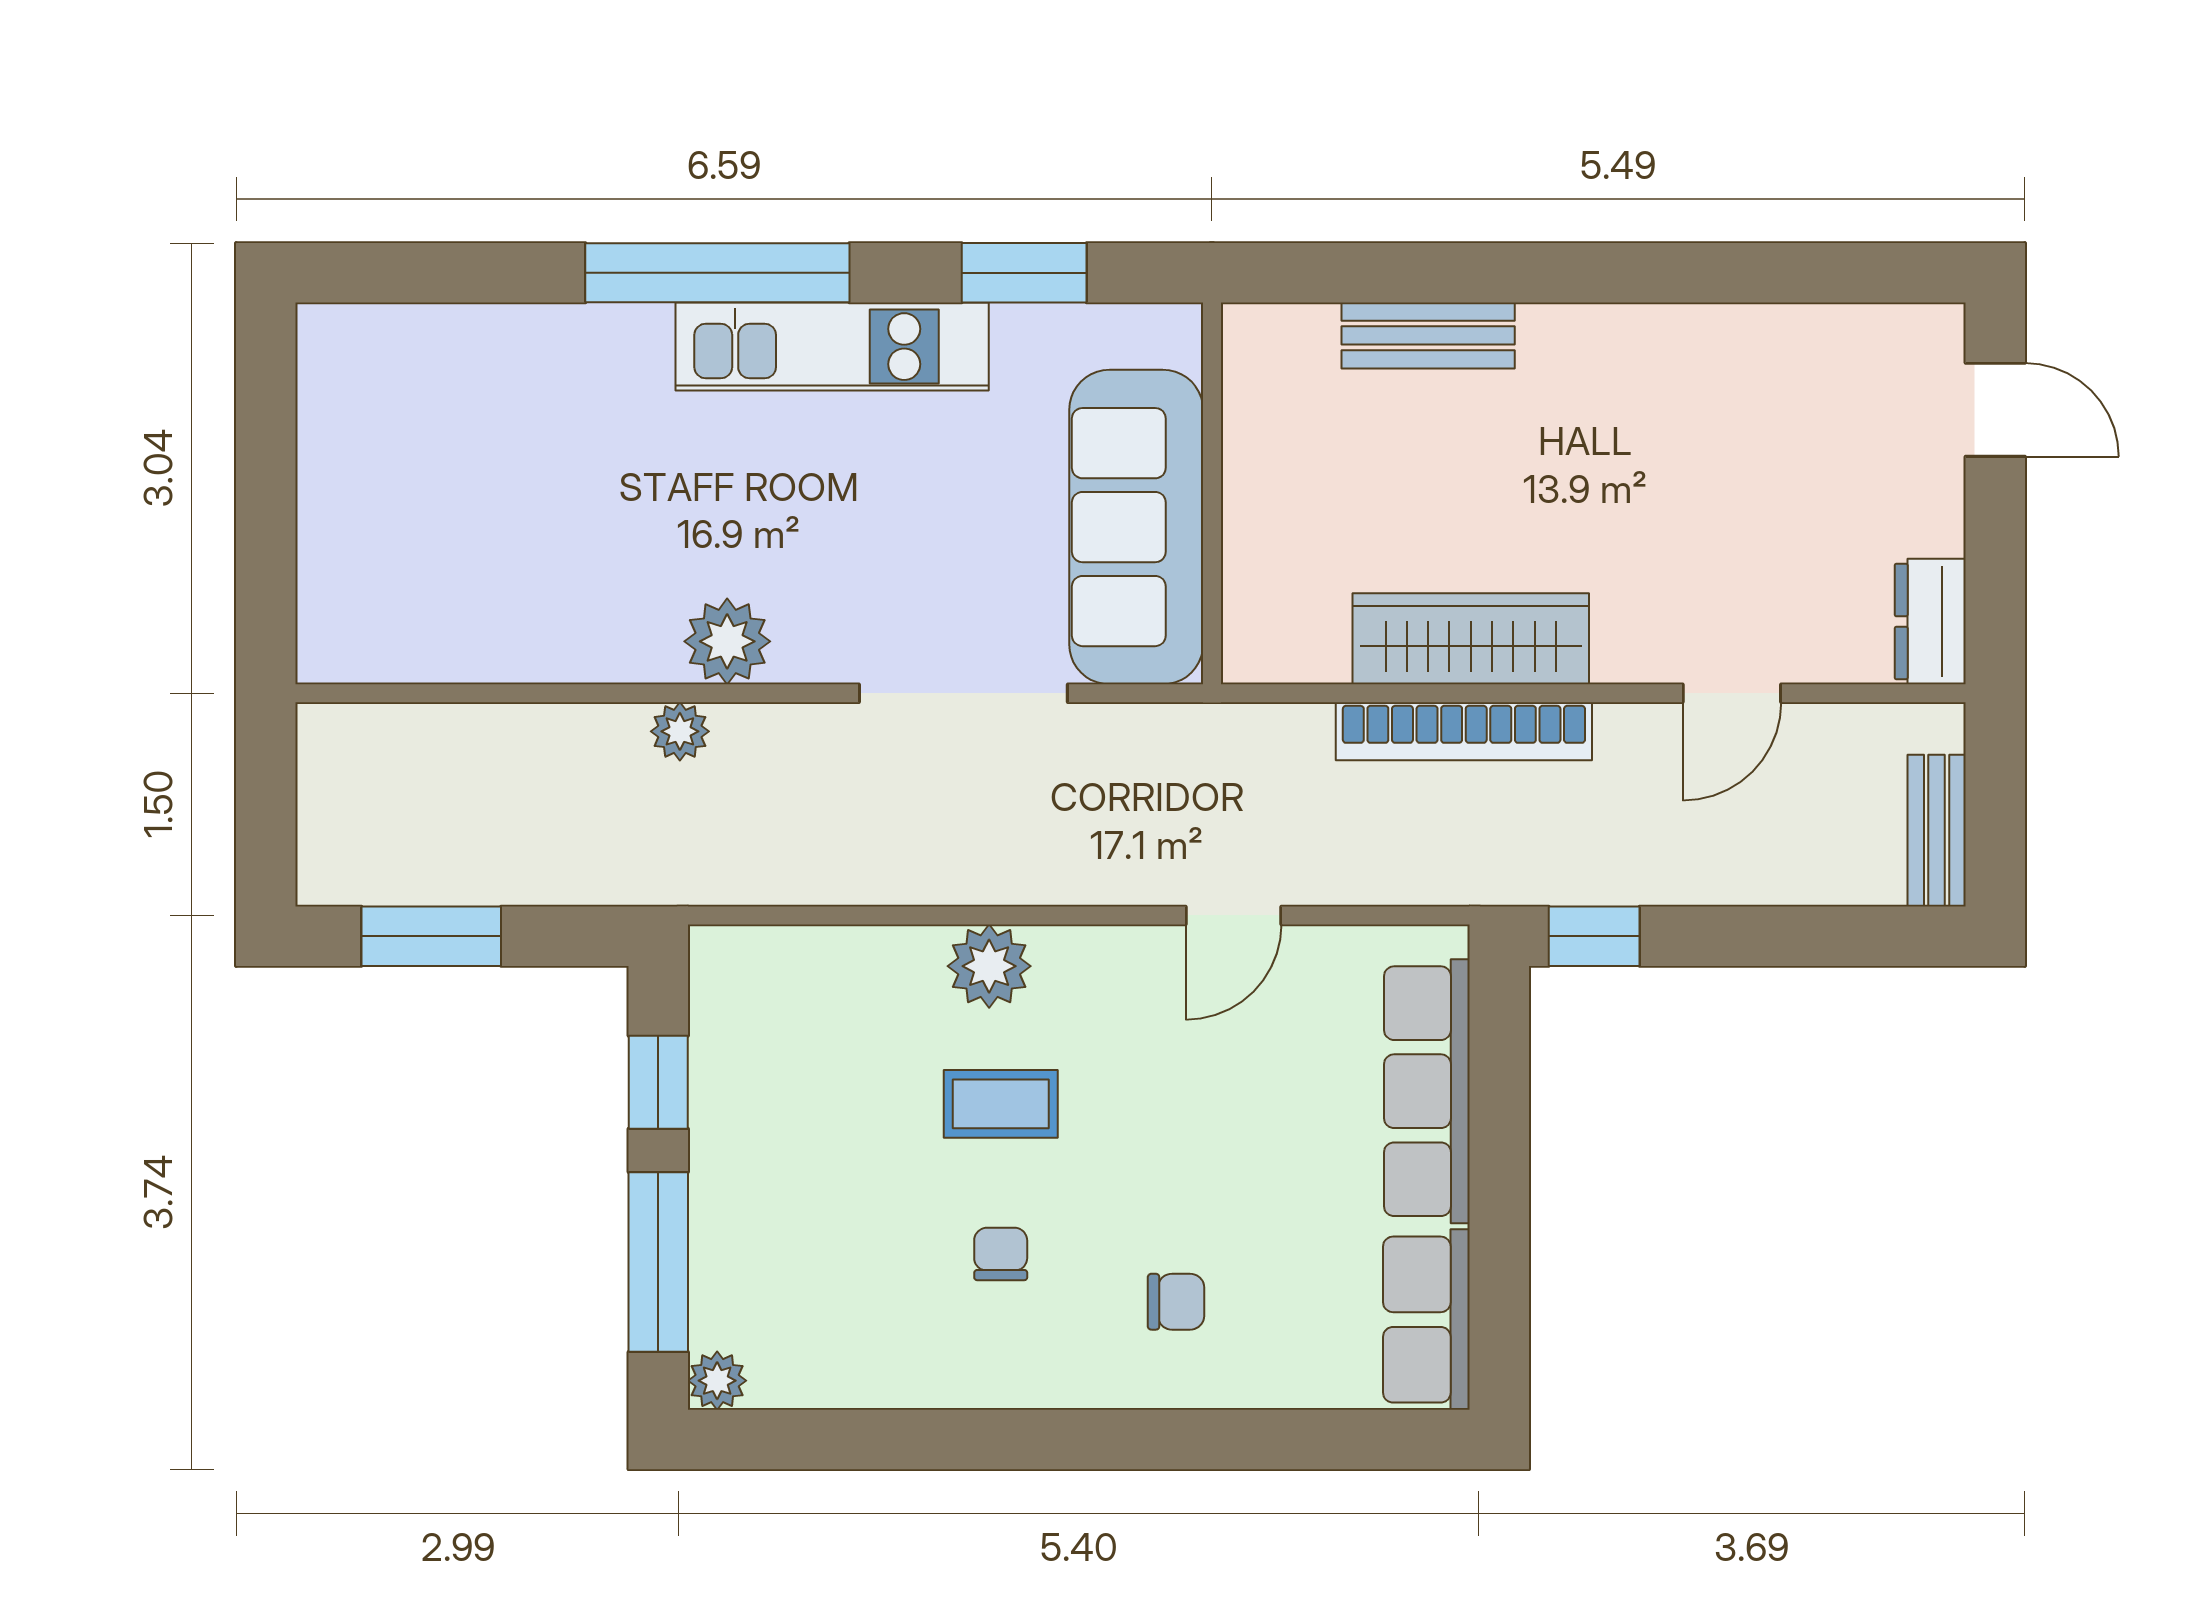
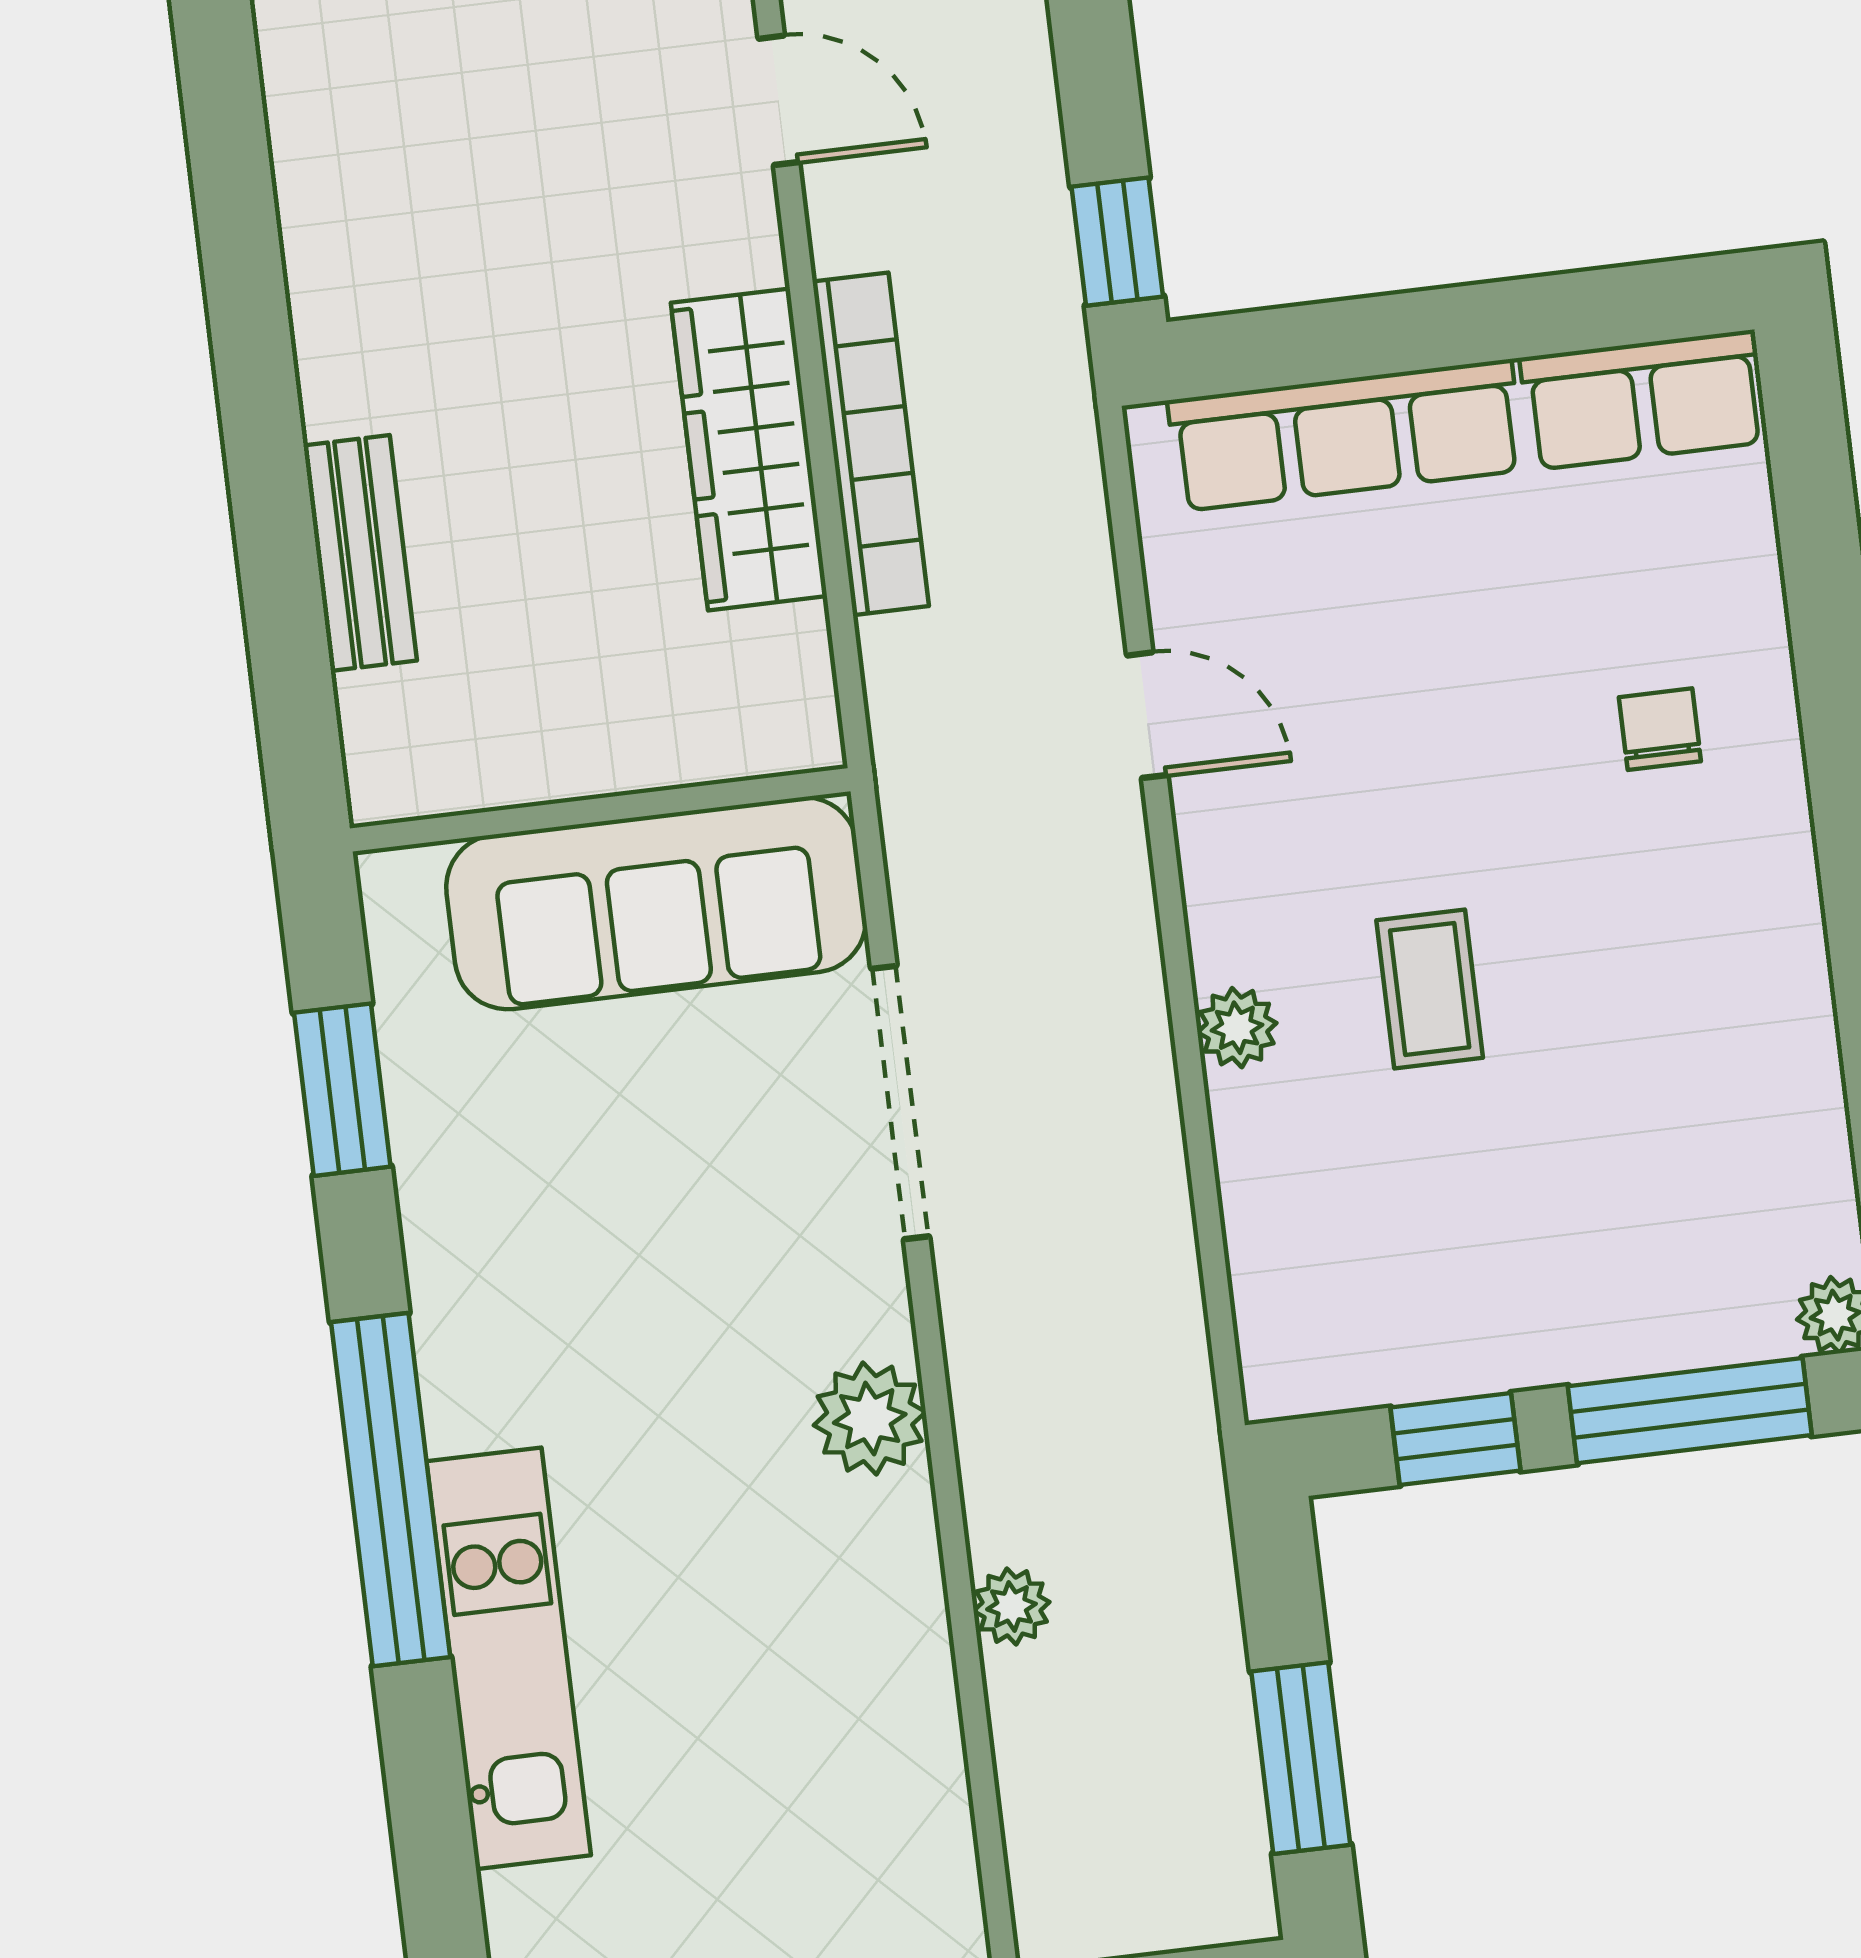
kitchen unit: (832, 347) -> (509, 1658), moved
plant: (680, 731) -> (1012, 1606), moved
plant: (989, 966) -> (1237, 1028), width x0.73, depth x0.73
chair: (1001, 1254) -> (1625, 965), removed

